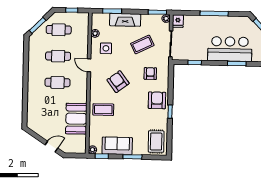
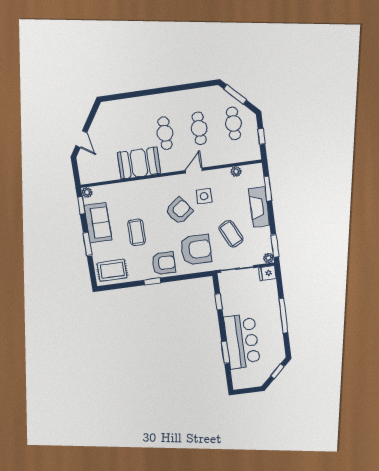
side table: (106, 48) -> (204, 196), moved
armchair: (150, 74) -> (196, 250), width x1.88, depth x1.88
coffee table: (103, 110) -> (136, 232), moved
booth: (76, 119) -> (139, 163), moved

